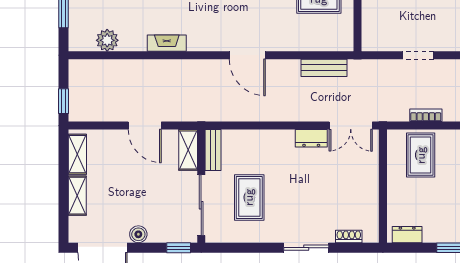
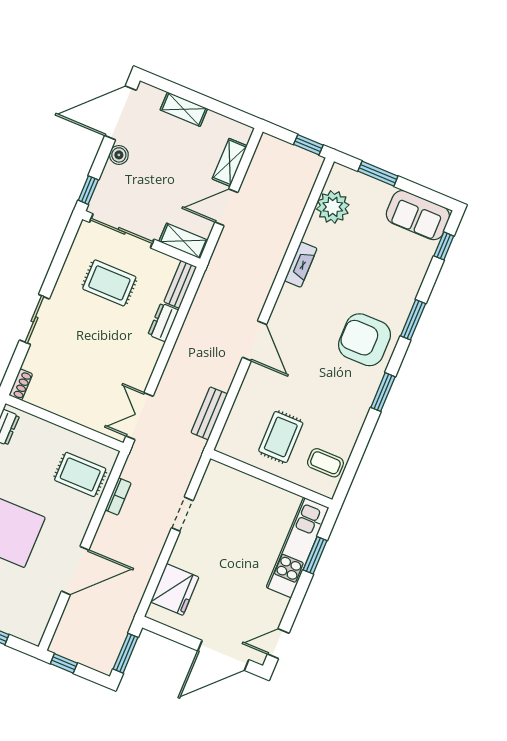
plant: (107, 40) -> (333, 207), width x1.36, depth x1.36
door: (247, 55) -> (254, 341), swing flipped
window: (63, 101) -> (308, 145), moved
dresser: (311, 138) -> (163, 322), moved
bench: (213, 150) -> (180, 284), moved, turned 90
shelving: (77, 154) -> (230, 162), moved, turned 90
shoe rack: (349, 236) -> (21, 385), moved

